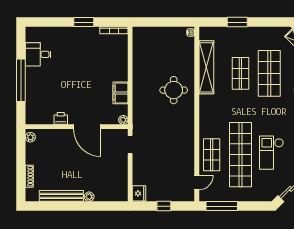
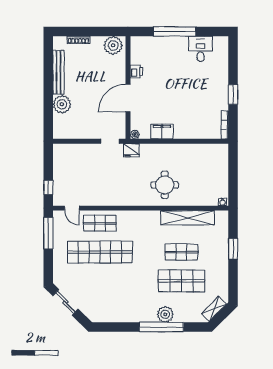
plant: (30, 137) -> (113, 45), width x1.87, depth x1.87
checkout: (271, 153) -> (102, 283), removed
fridge: (139, 193) -> (131, 150), moved
plant: (89, 197) -> (62, 104), width x1.88, depth x1.88
window: (164, 206) -> (48, 187), moved

